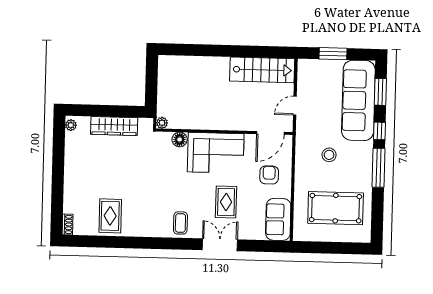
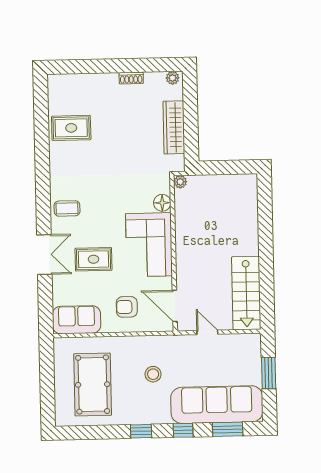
window: (378, 168) -> (141, 431), width x0.46
armchair: (269, 175) -> (127, 307), turned 180
shoe rack: (67, 224) -> (131, 78), moved

